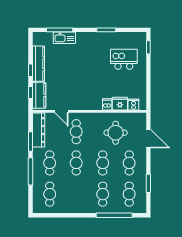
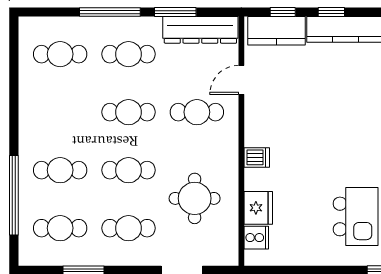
dishwasher: (107, 104) -> (257, 157), moved

